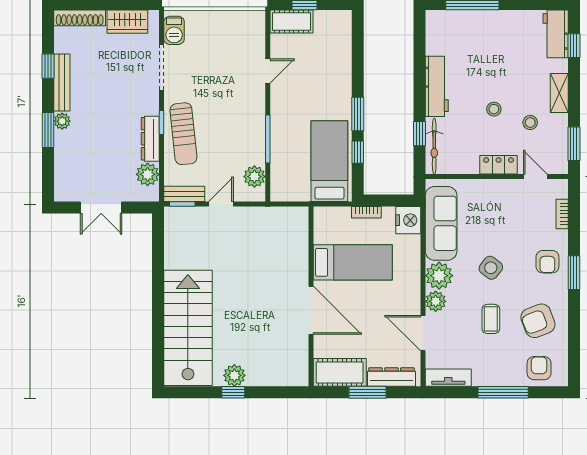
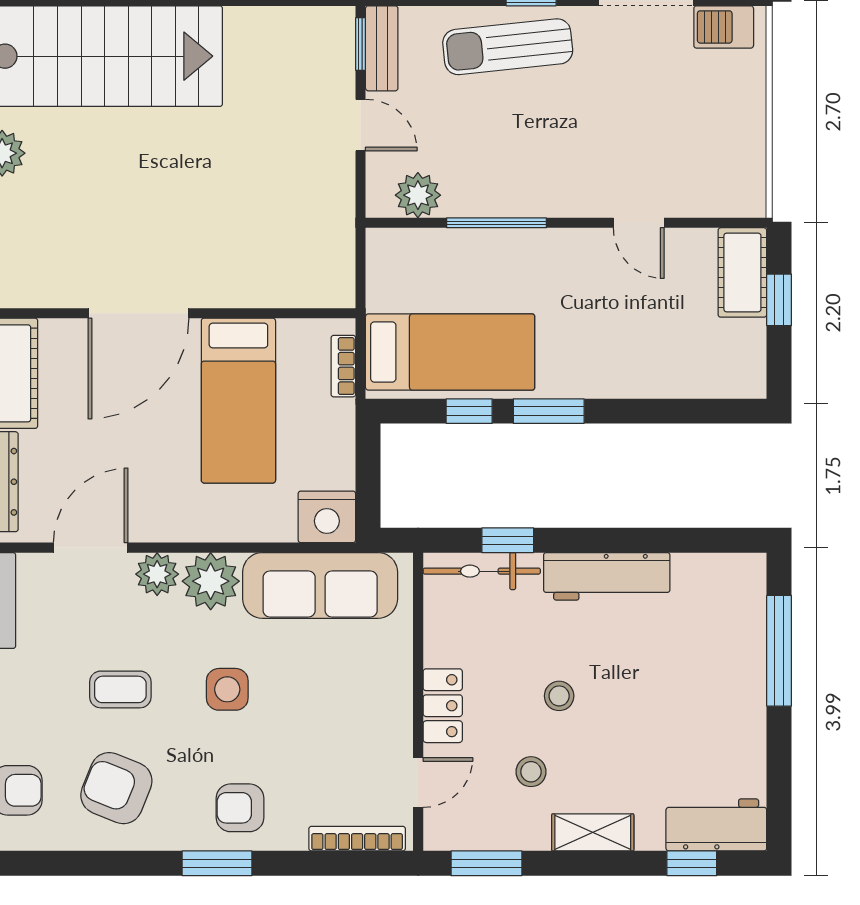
bookcase: (366, 212) -> (343, 366), moved
bookcase: (562, 214) -> (357, 839), width x1.56
side table: (491, 268) -> (227, 689), turned -38
armchair: (538, 321) -> (116, 788), turned -47

